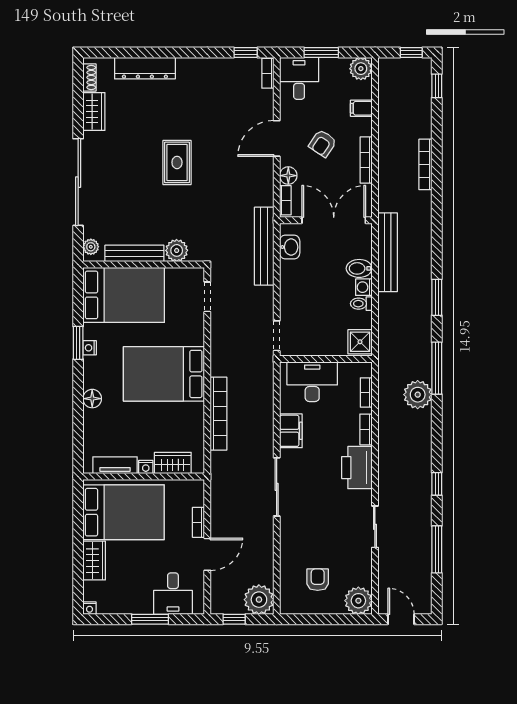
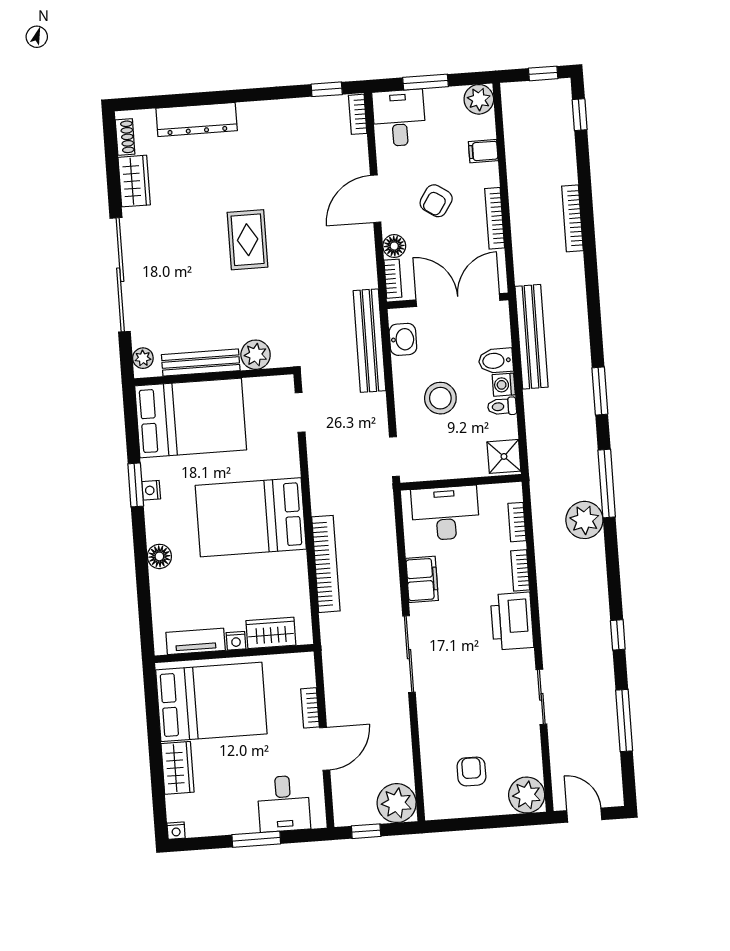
stool: (315, 294) -> (440, 398), added

